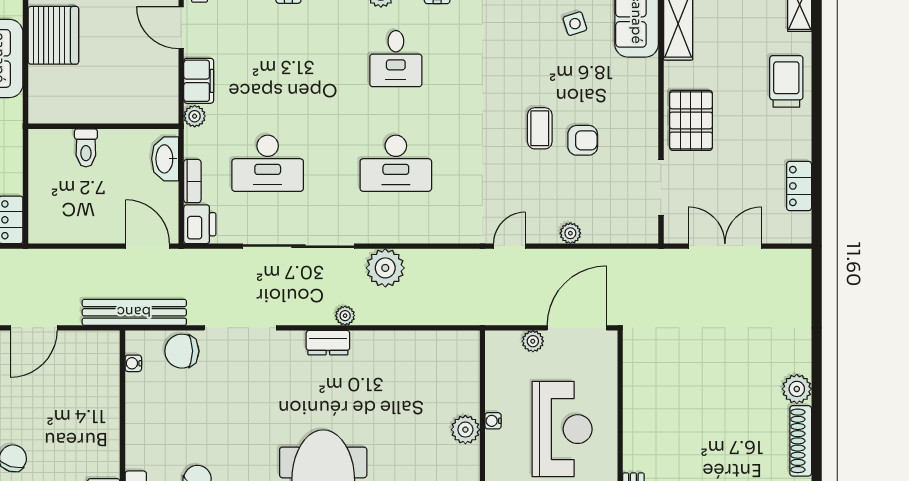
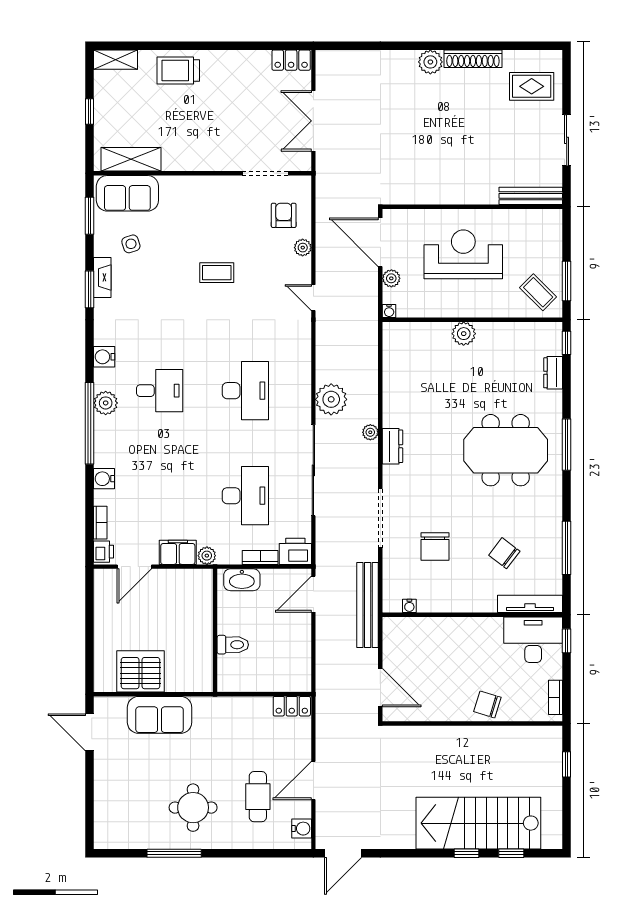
pallet: (691, 120) -> (210, 149), removed
armchair: (583, 140) -> (284, 215), moved
locker: (799, 186) -> (291, 60), moved
chair: (182, 351) -> (435, 547), moved
water cooler: (493, 421) -> (389, 311), moved

